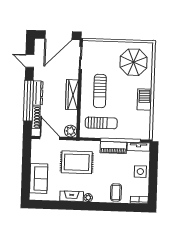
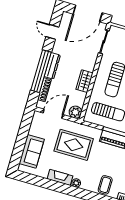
wardrobe: (72, 95) -> (85, 81), width x0.67
door: (50, 138) -> (53, 114), hinge flipped

